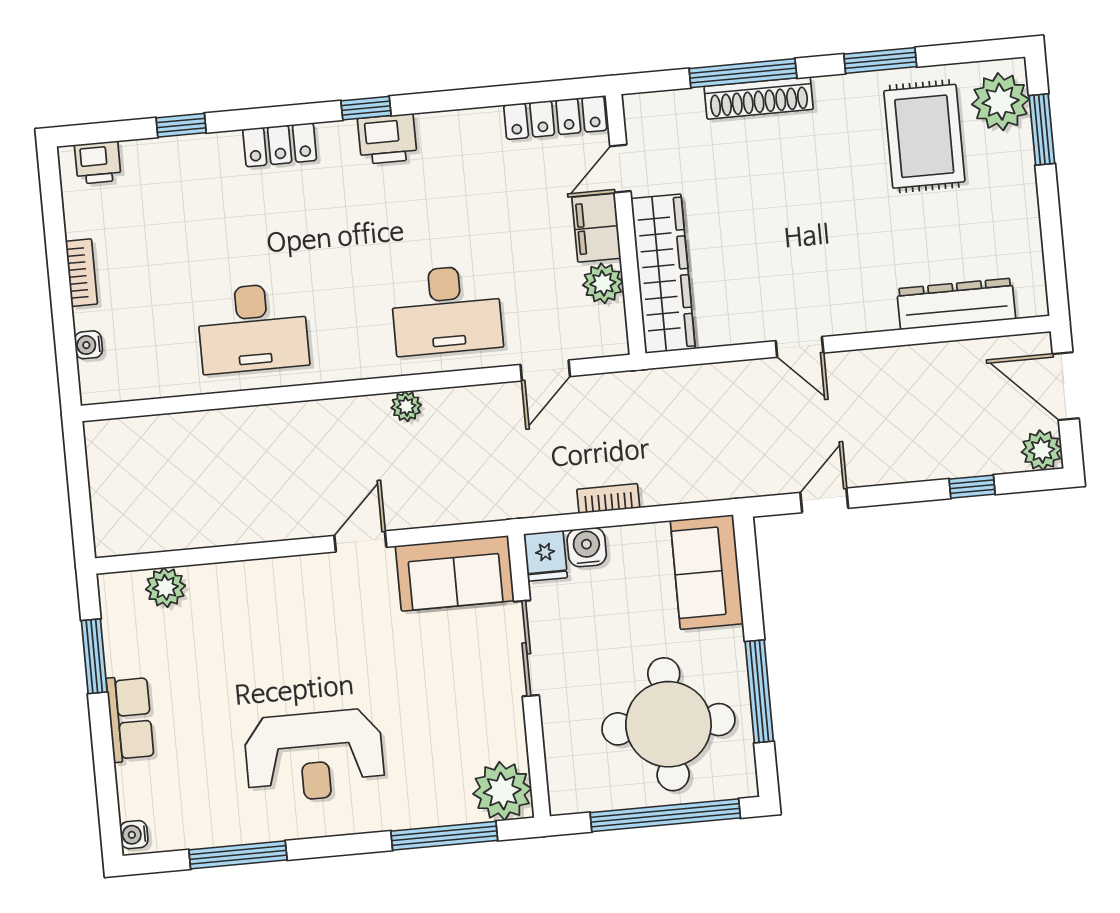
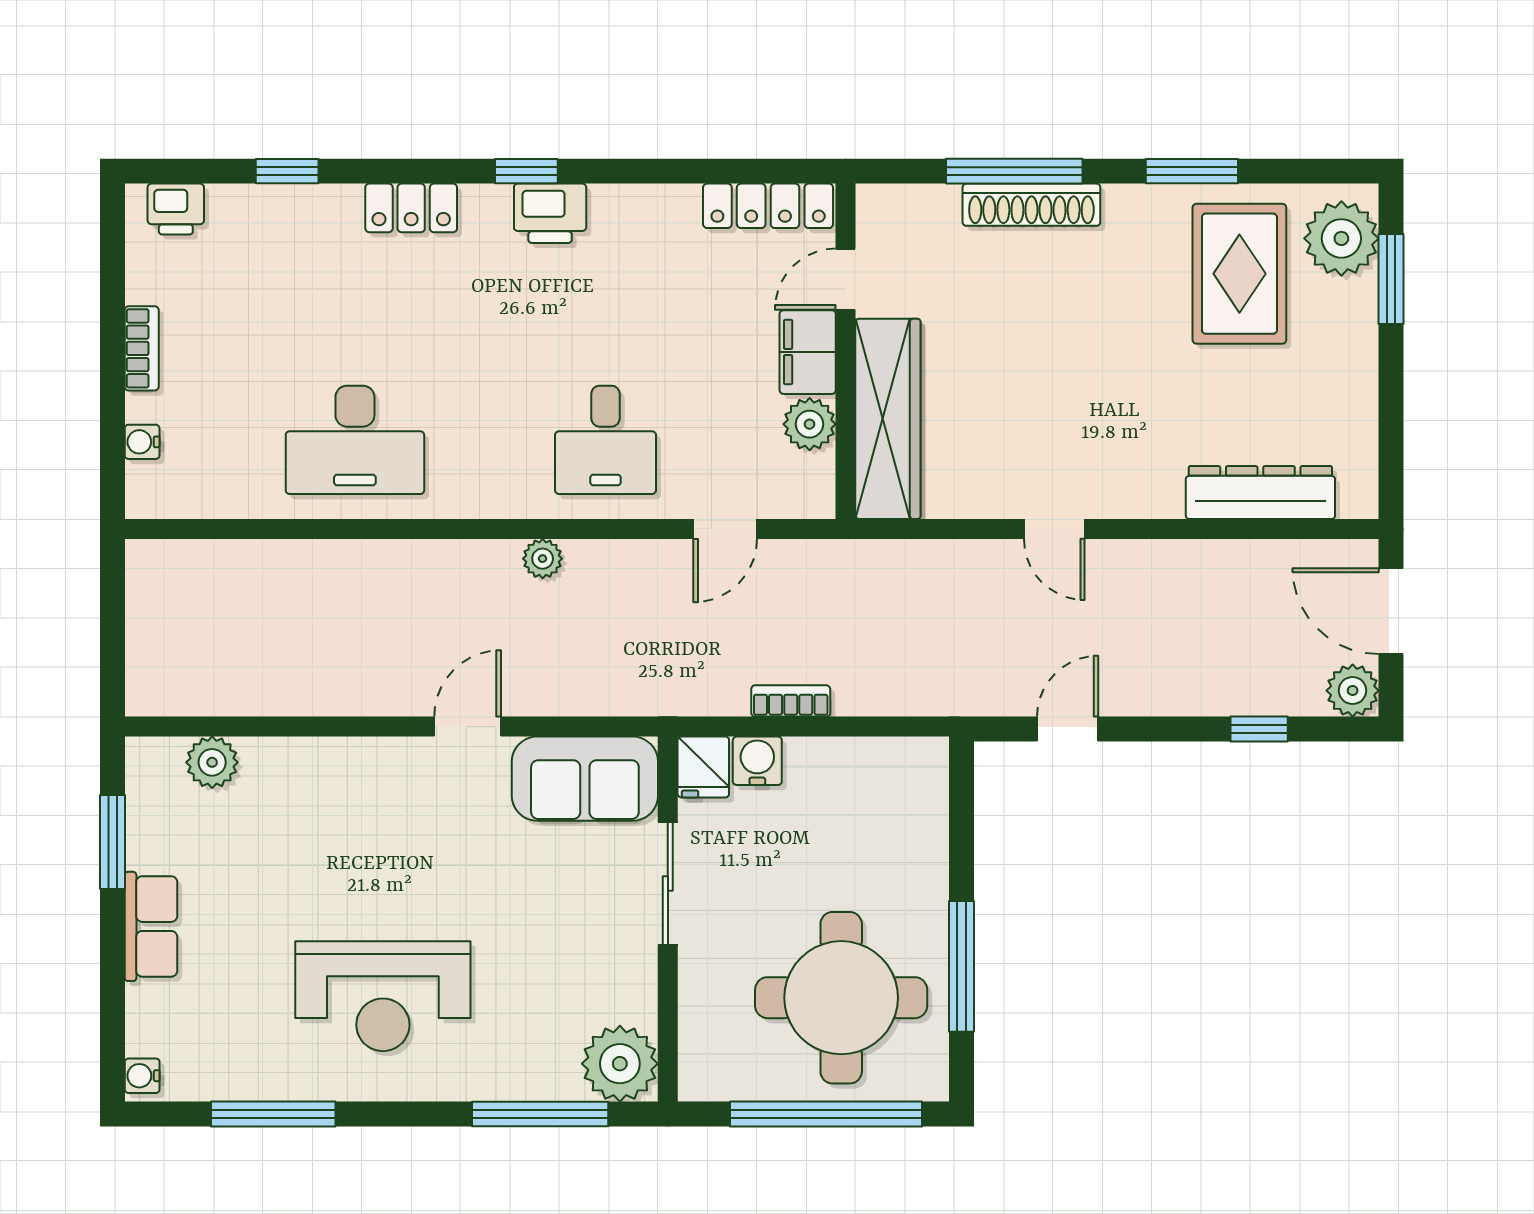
desk: (446, 310) -> (606, 440), width x0.73
sofa: (707, 572) -> (908, 807), removed

